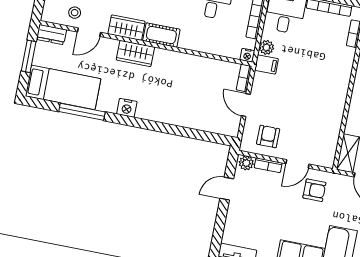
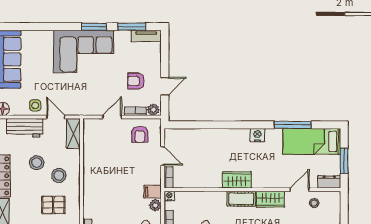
wardrobe: (135, 53) -> (237, 180), moved
armchair: (314, 190) -> (136, 81), moved

